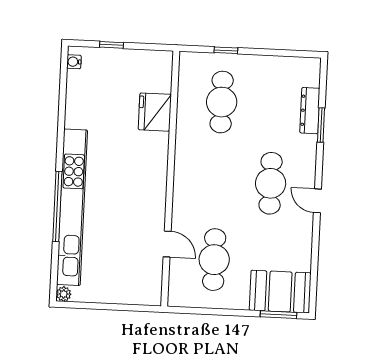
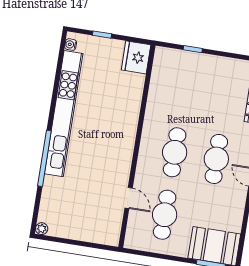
cafe table: (222, 102) -> (175, 152), moved
fridge: (155, 112) -> (136, 57), moved
kitchen unit: (72, 207) -> (64, 114), moved

